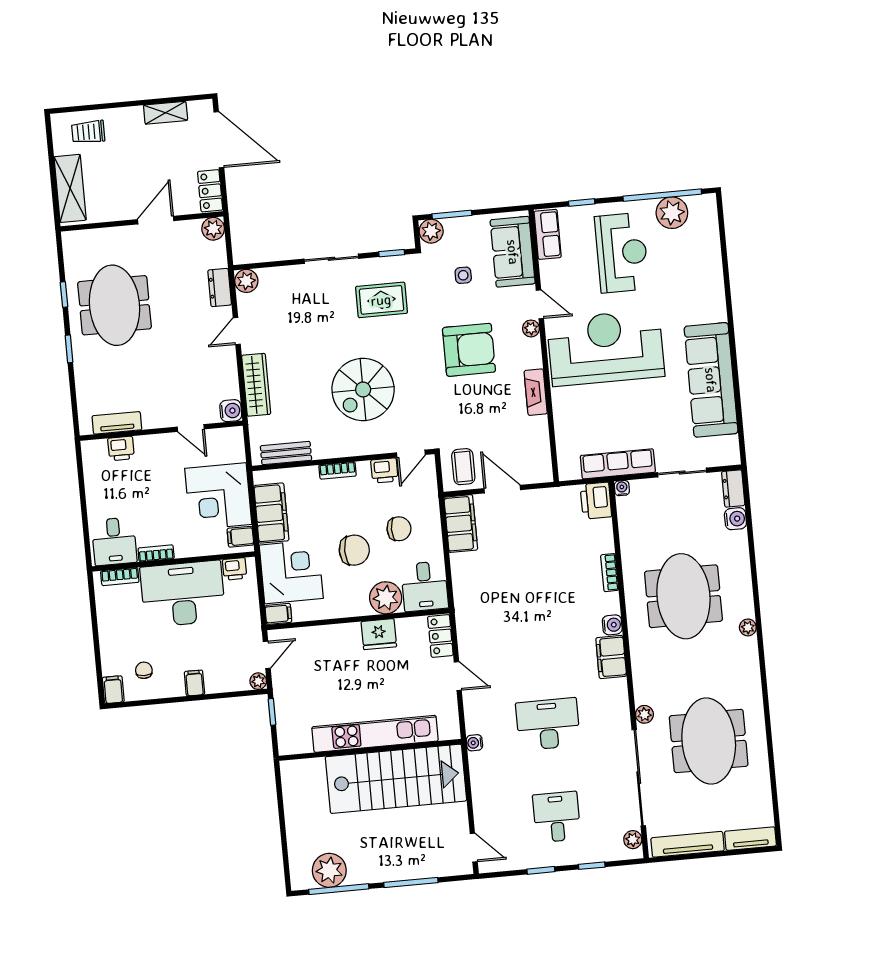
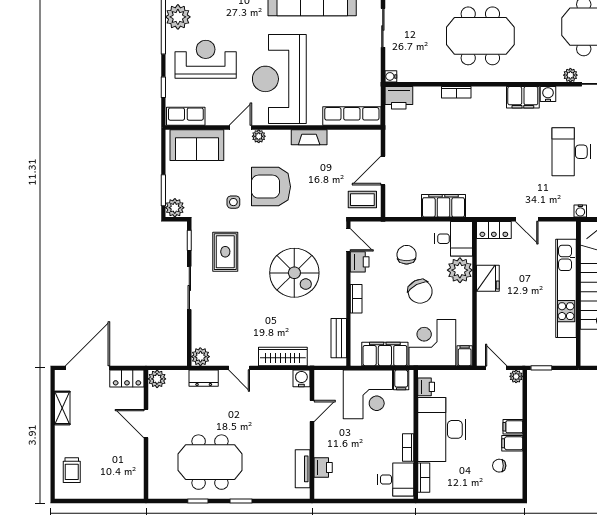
shelving: (70, 188) -> (115, 489), removed
side table: (463, 275) -> (233, 202), moved
armchair: (469, 350) -> (271, 187), turned -90
row of seats: (618, 464) -> (352, 116), moved, turned 90
filing cabinet: (461, 524) -> (443, 206), moved
chair: (354, 550) -> (420, 291), turned 153
water cooler: (612, 625) -> (548, 94), moved
door: (458, 676) -> (527, 219), swing flipped
filing cabinet: (113, 690) -> (512, 443), moved

